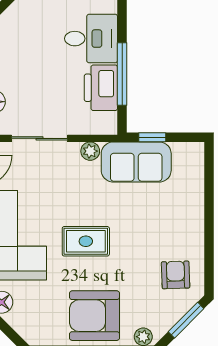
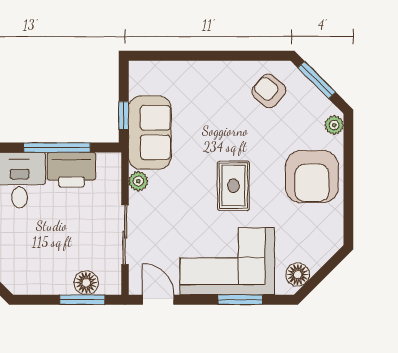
armchair: (176, 275) -> (269, 91), turned 42

